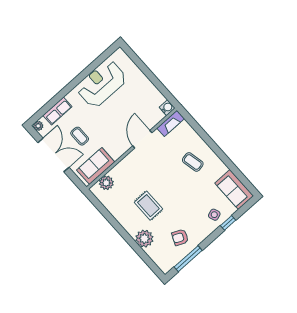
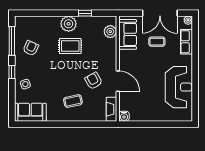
armchair: (160, 160) -> (94, 81), added
window: (110, 218) -> (85, 13), added
window: (228, 223) -> (12, 72), moved
plant: (144, 239) -> (69, 24), moved

